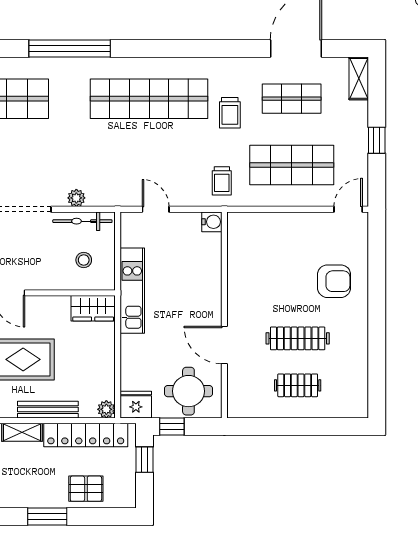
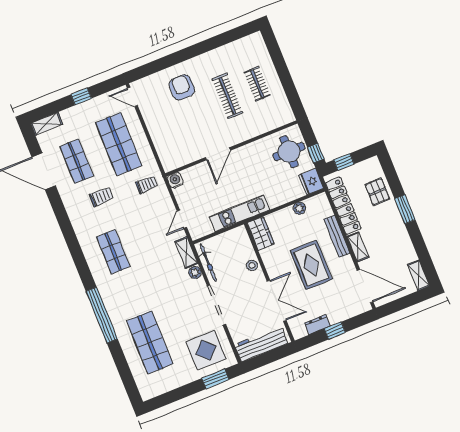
shop shelf: (149, 99) -> (113, 252), width x0.50, depth x0.74
shelving: (108, 197) -> (186, 252), added
stool: (84, 260) -> (252, 265), moved
door: (224, 345) -> (218, 154), moved
plant: (106, 409) -> (299, 208), moved

